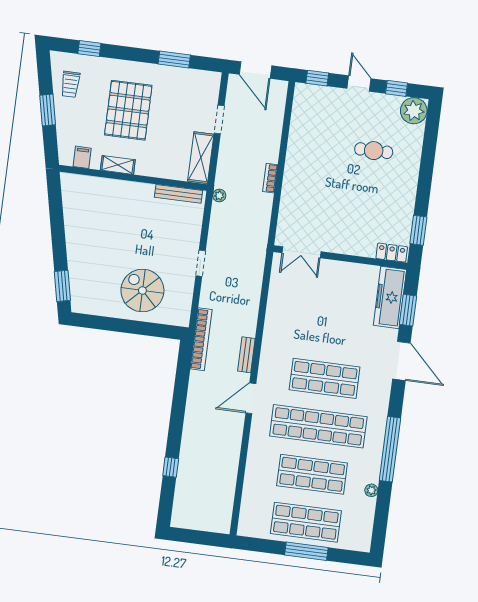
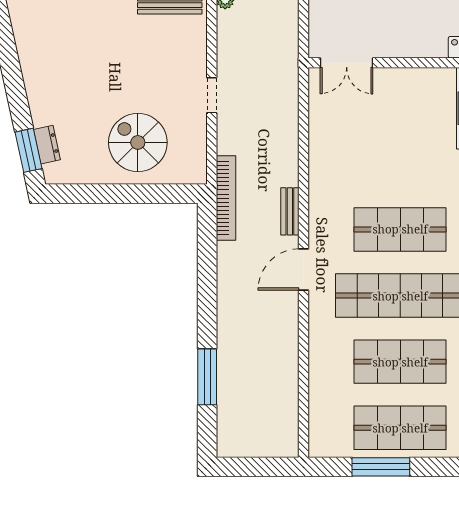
dresser: (76, 284) -> (47, 145), added
window: (171, 467) -> (207, 377), width x2.17
window: (306, 551) -> (381, 467), moved

